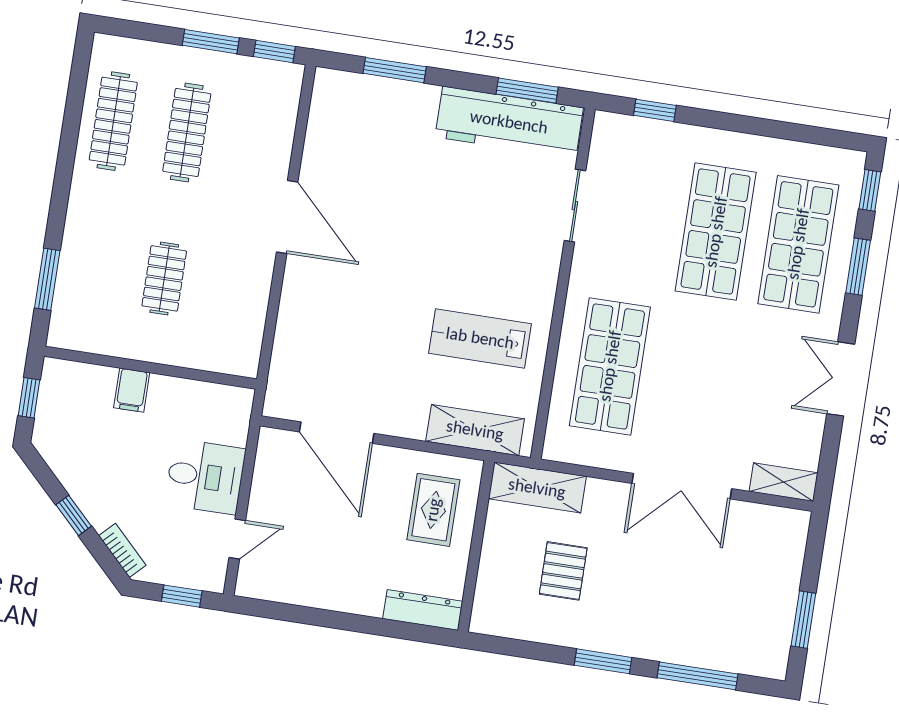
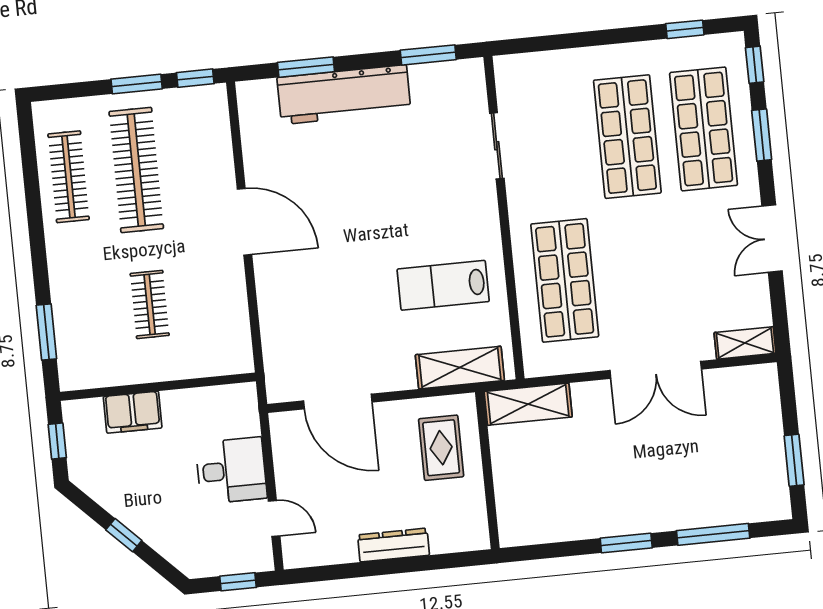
window: (655, 110) -> (685, 29), moved
workbench: (509, 122) -> (344, 95), moved
clothes rail: (187, 133) -> (136, 170), width x1.37, depth x1.31
filing cabinet: (132, 390) -> (133, 412), width x2.00
door: (237, 539) -> (274, 518), hinge flipped
bookcase: (122, 550) -> (175, 555), removed
pallet: (563, 571) -> (570, 472), removed
dresser: (423, 610) -> (393, 545), moved

